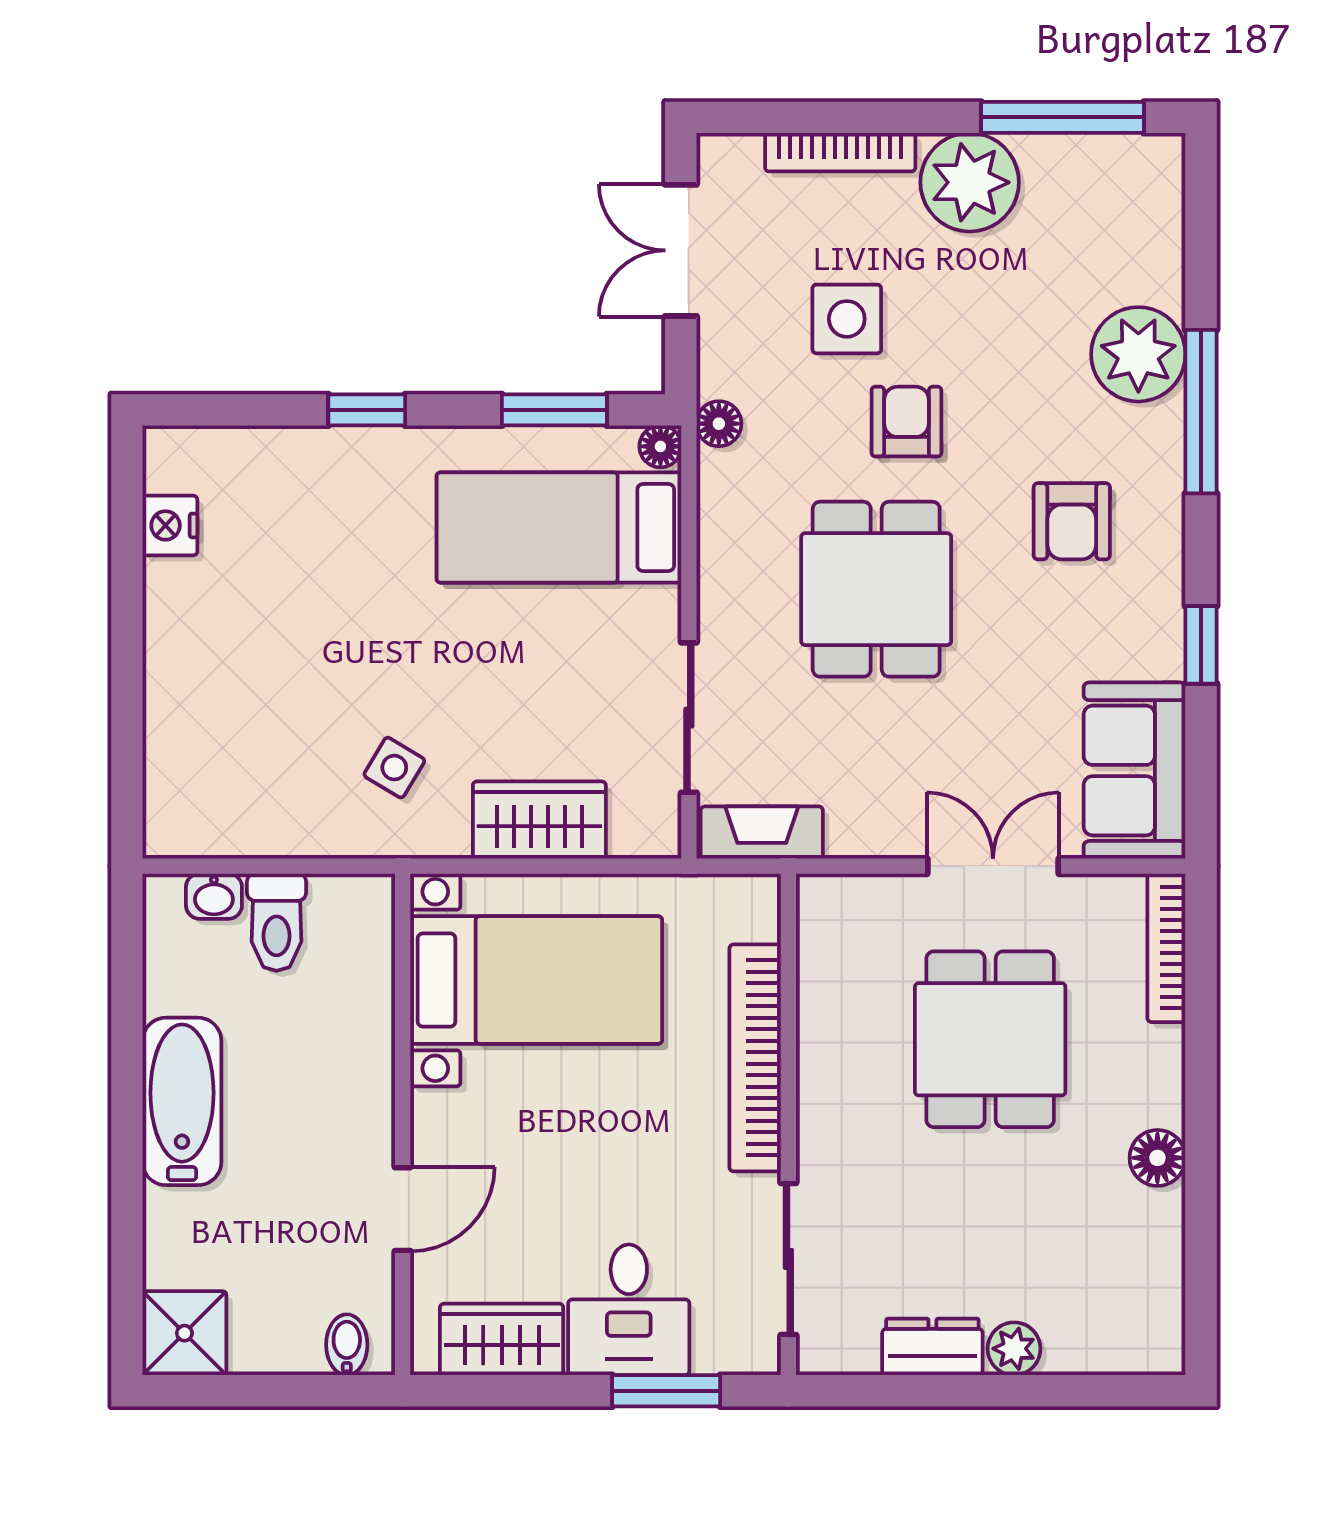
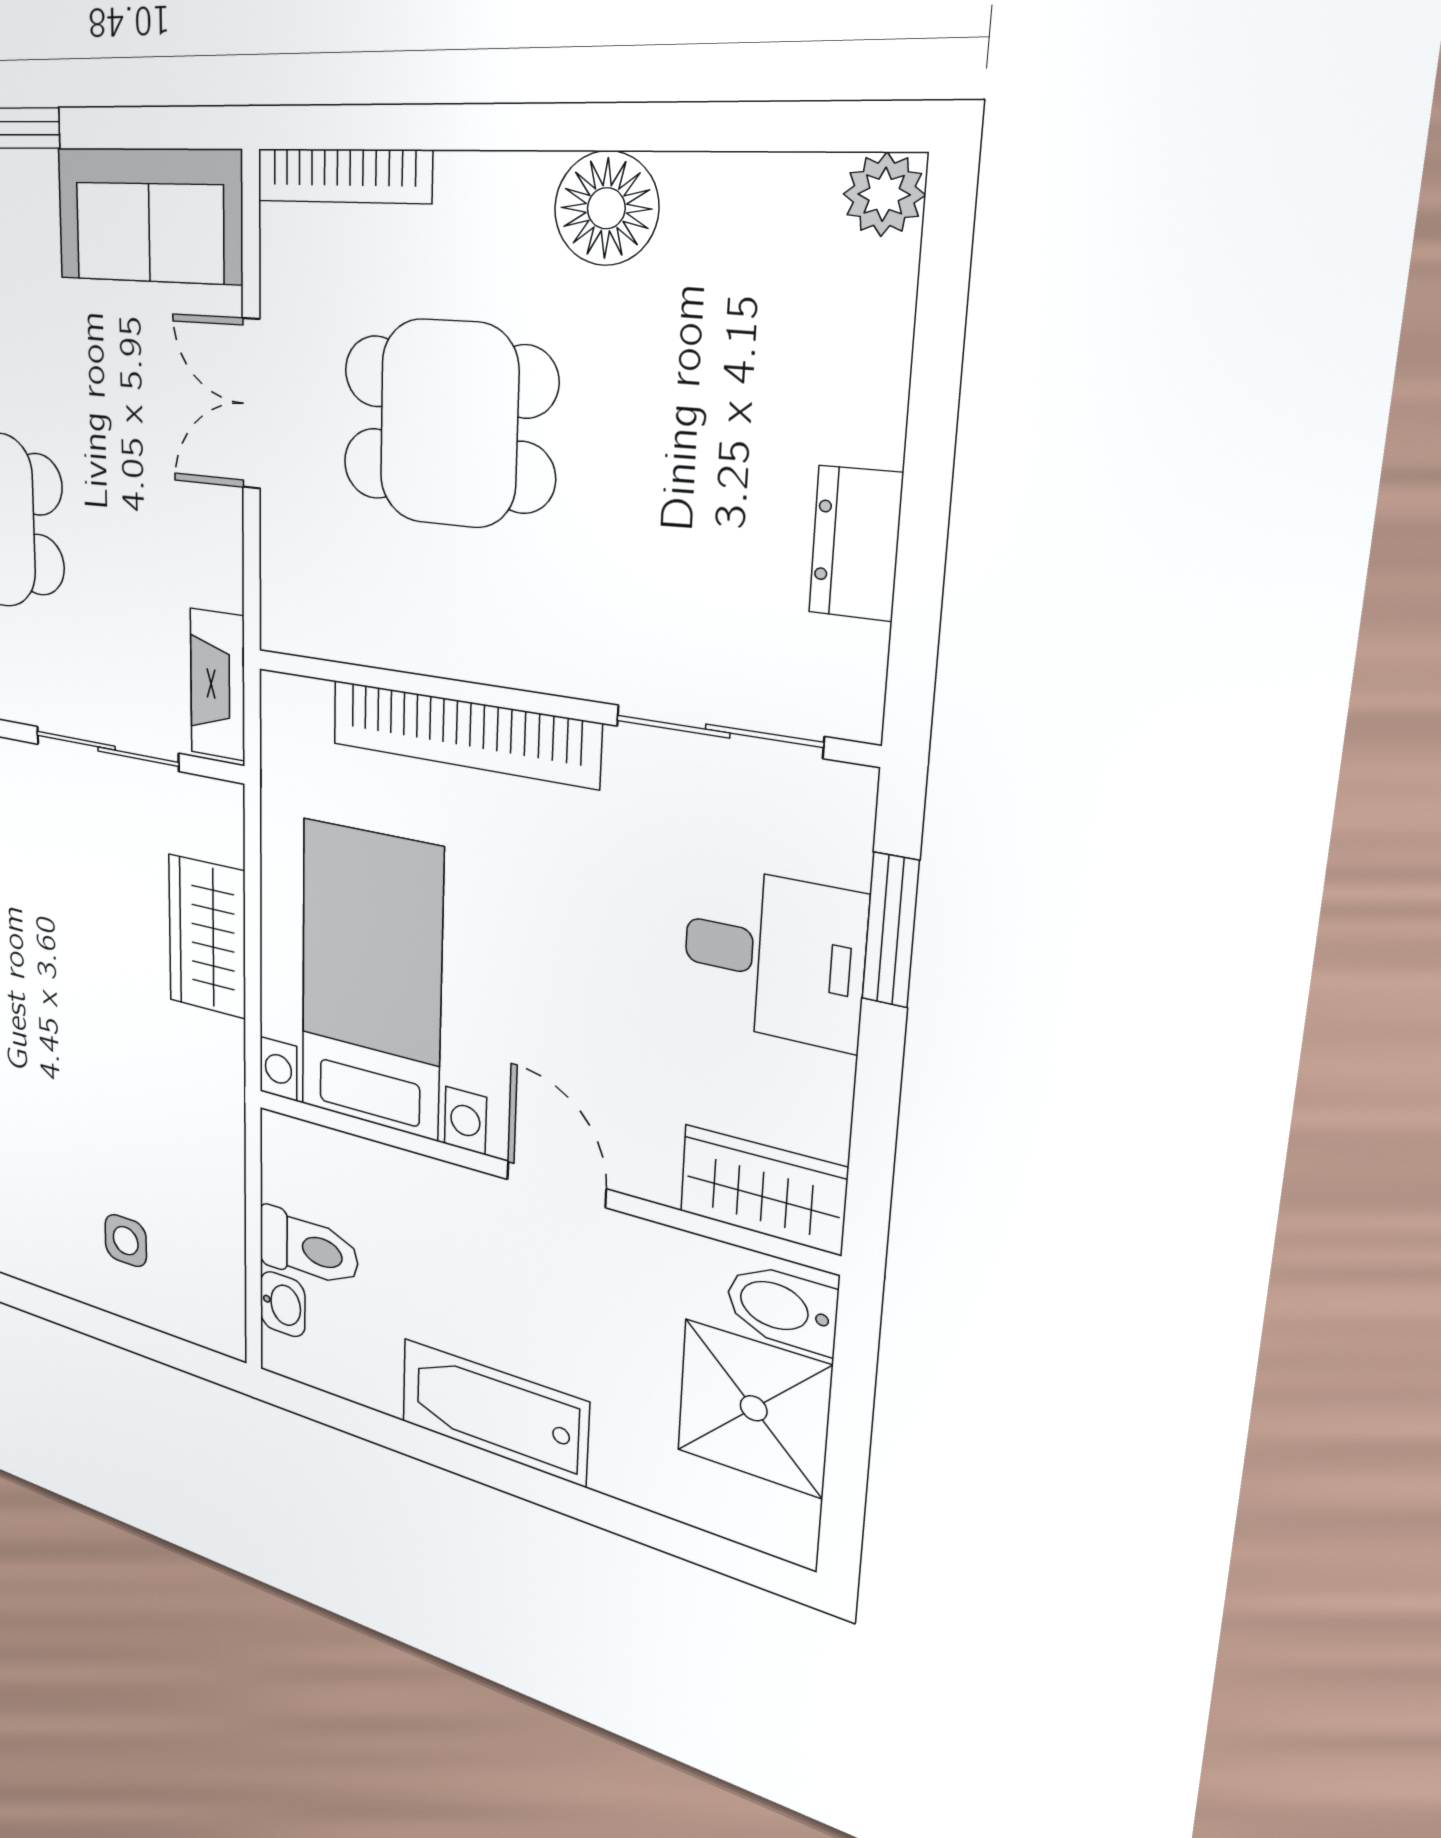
side table: (394, 768) -> (126, 1241), moved, turned -31
floor lamp: (1157, 1158) -> (606, 208), width x1.38, depth x1.38
door: (403, 1209) -> (556, 1184), moved
shower: (184, 1333) -> (754, 1408), moved, width x1.36, depth x1.36
wardrobe: (502, 1339) -> (763, 1190), moved, turned 90
bidet: (347, 1345) -> (782, 1308), width x1.38, depth x1.36
plant: (1014, 1349) -> (884, 194), moved

